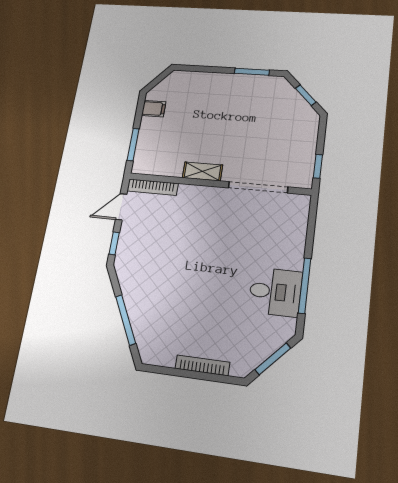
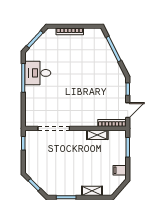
shelving: (206, 79) -> (92, 191), added
shelving: (203, 171) -> (97, 135), moved

